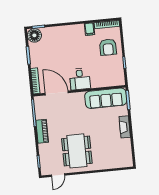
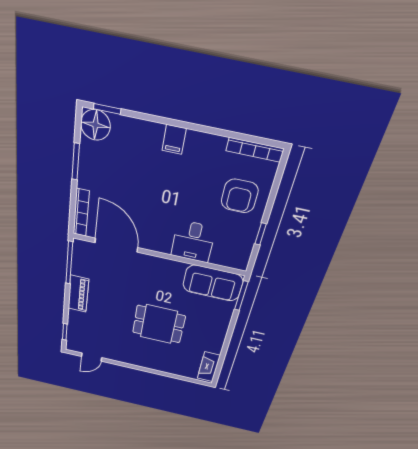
filing cabinet: (89, 29) -> (174, 139), moved
desk: (80, 79) -> (193, 242), moved
sofa: (106, 98) -> (213, 283), width x0.73
fireplace: (125, 127) -> (209, 367), moved
dining table: (77, 151) -> (159, 324), moved, width x0.73

